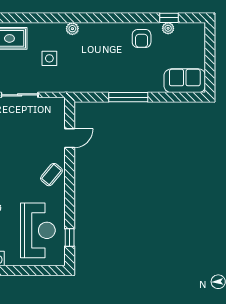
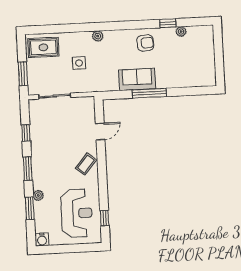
window: (169, 18) -> (168, 23), moved
armchair: (142, 39) -> (145, 43), moved, turned -94
sofa: (185, 81) -> (137, 79), moved

